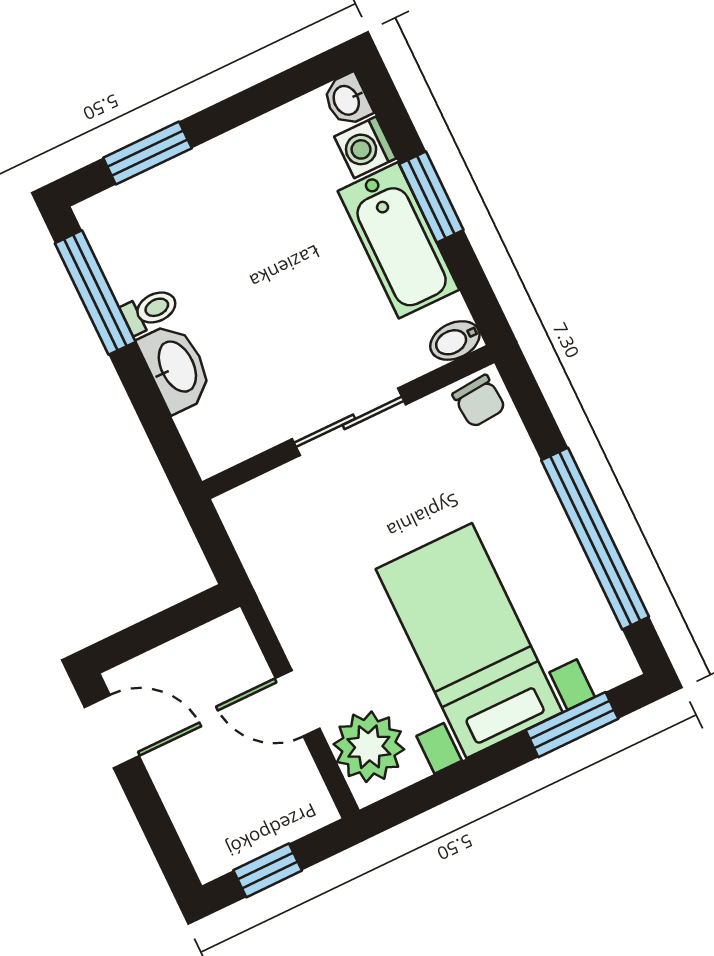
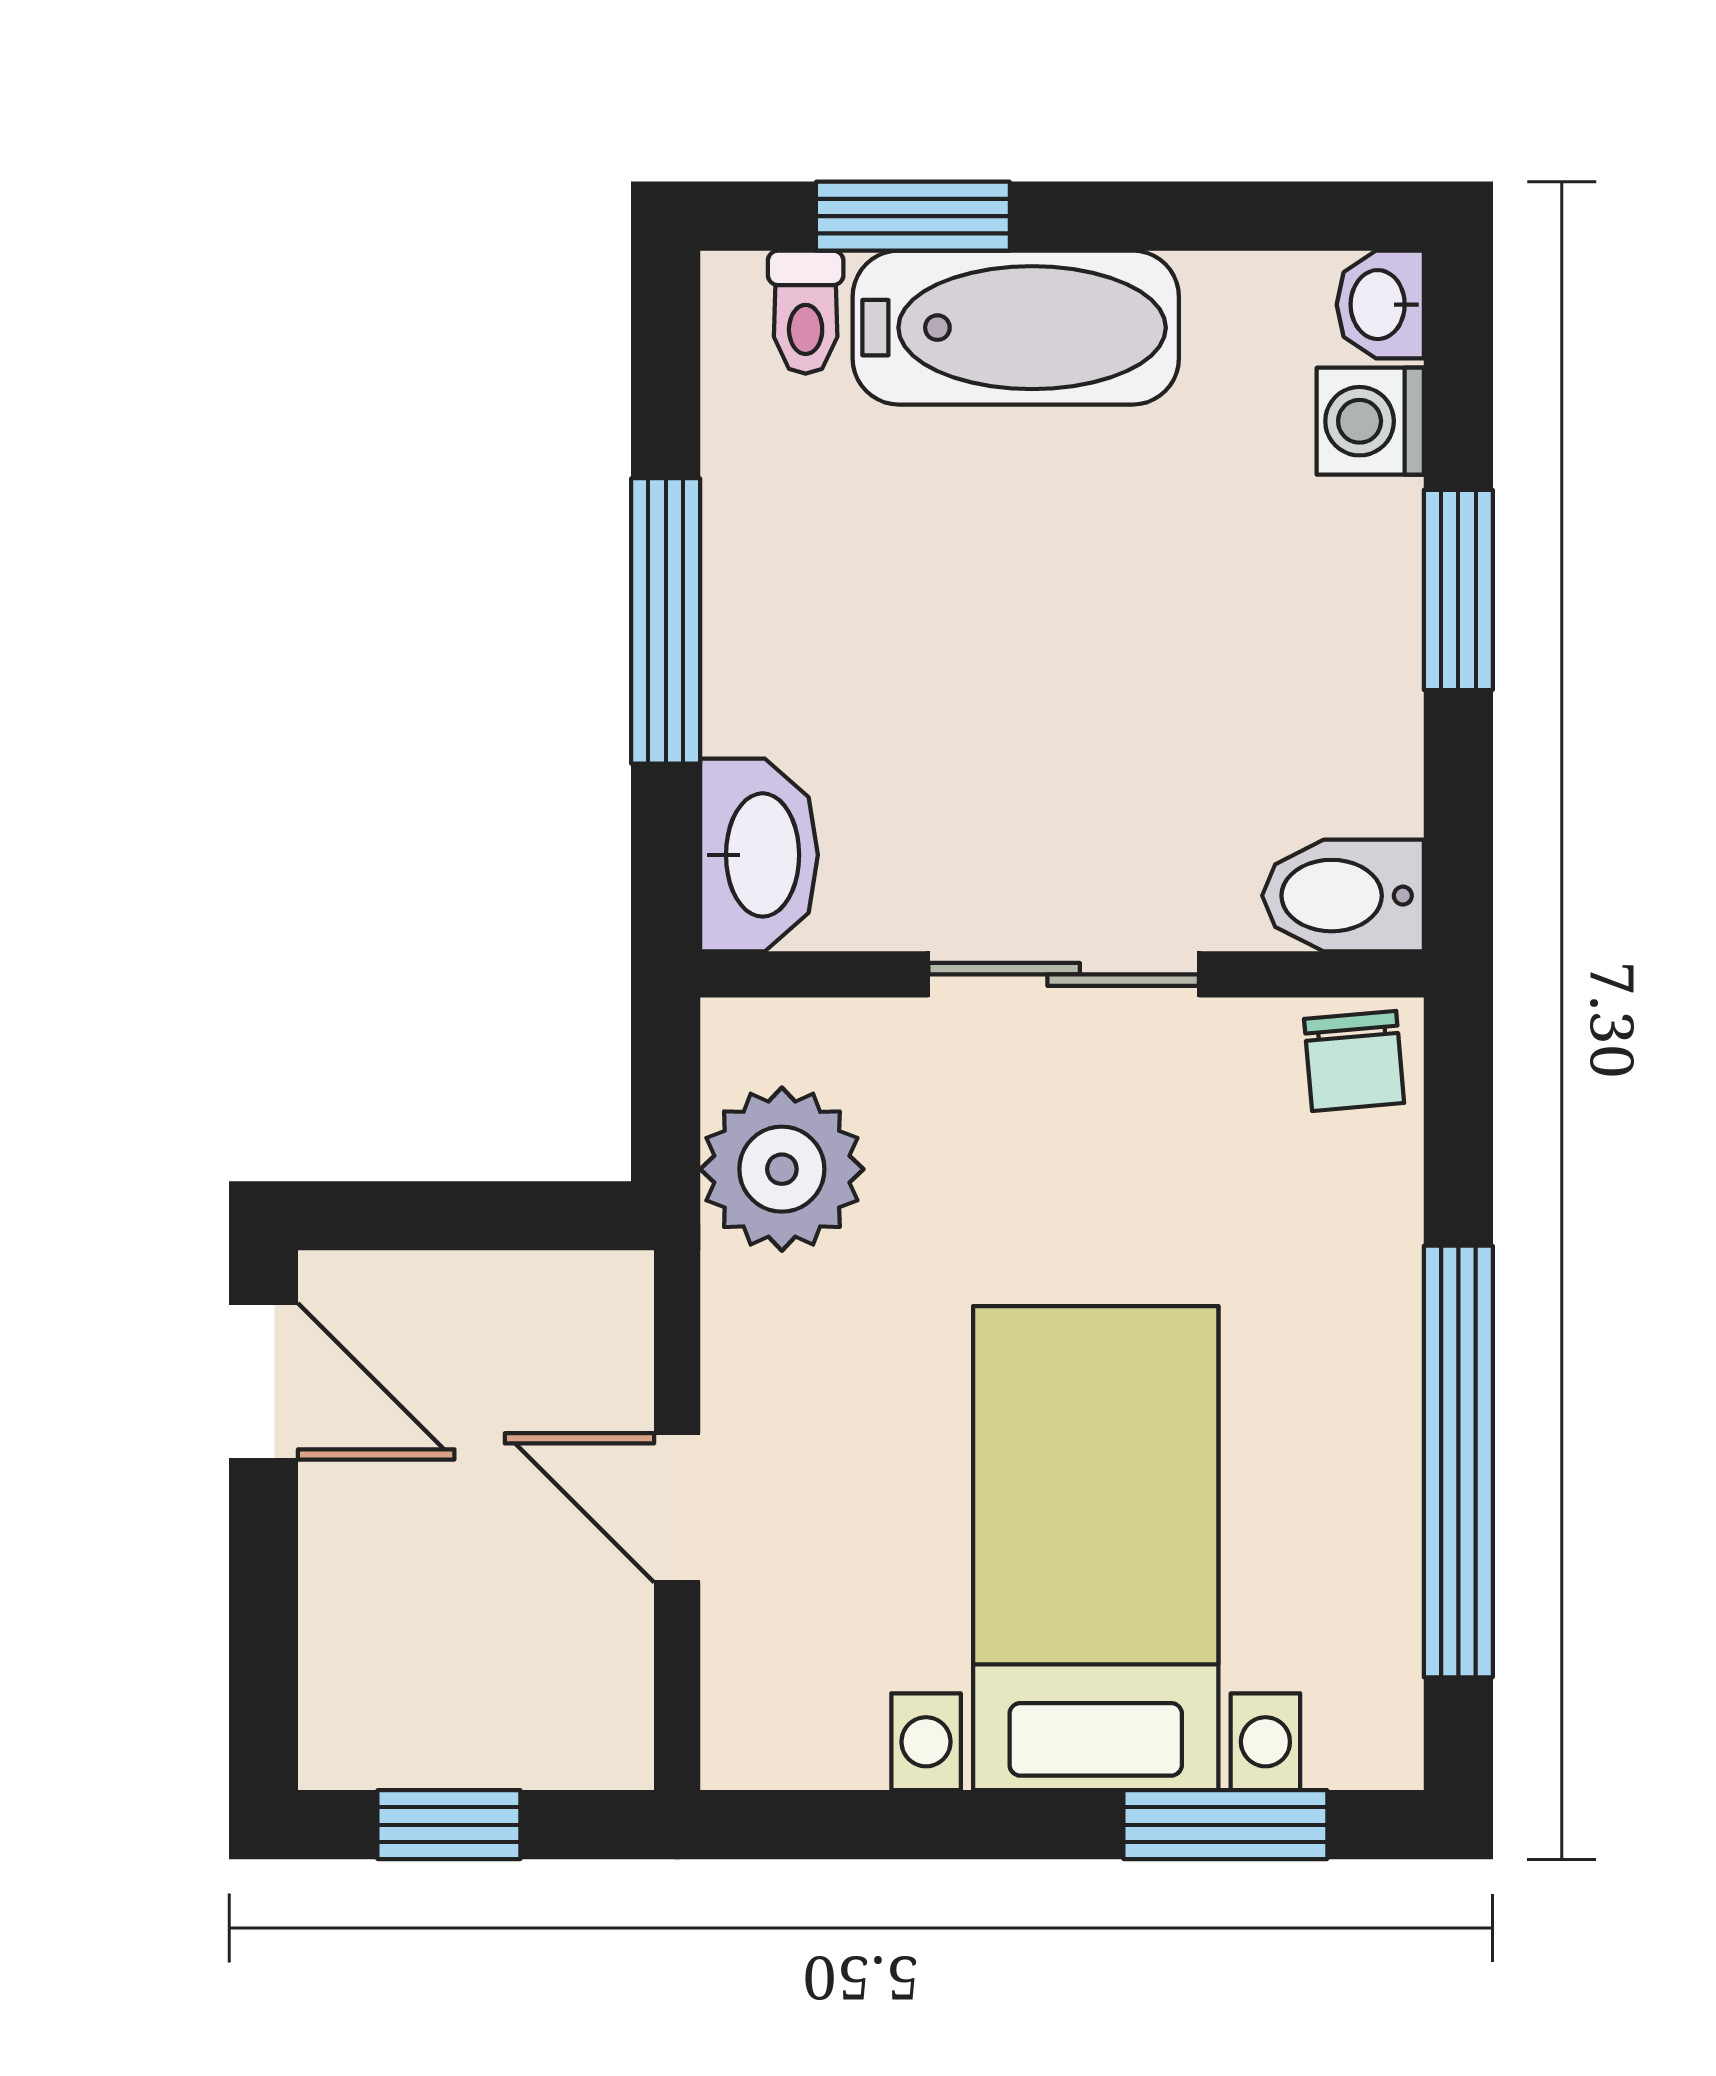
bathtub: (398, 240) -> (1016, 328), moved, turned -90
window: (95, 293) -> (666, 621), moved
toilet: (150, 311) -> (806, 312), moved, turned 90
bidet: (455, 340) -> (1343, 896), width x1.38, depth x1.36
washbasin: (176, 367) -> (759, 855), moved
plant: (369, 747) -> (782, 1169), moved

